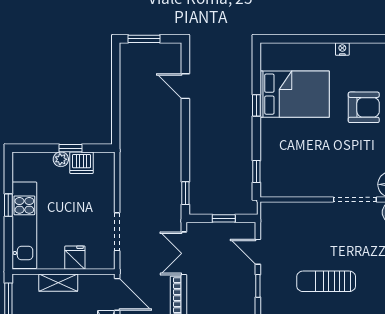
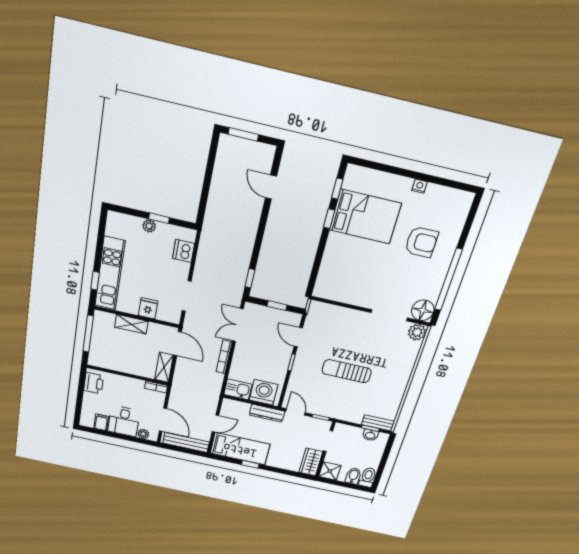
dishwasher: (81, 163) -> (184, 251), moved, turned 90
window: (256, 171) -> (337, 188), moved
window: (8, 205) -> (95, 281), moved

